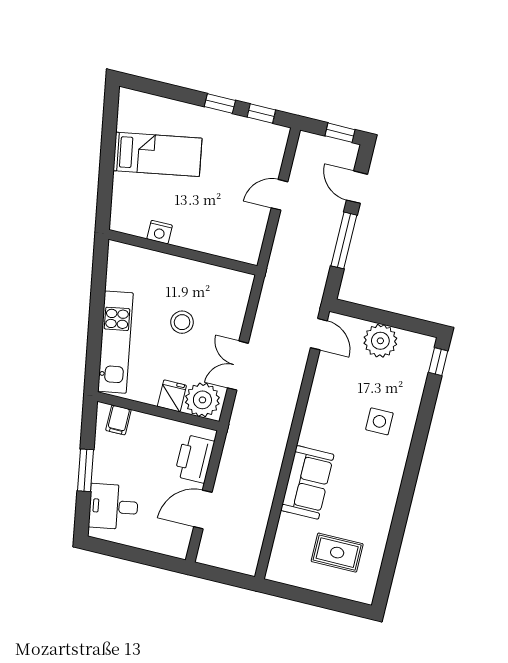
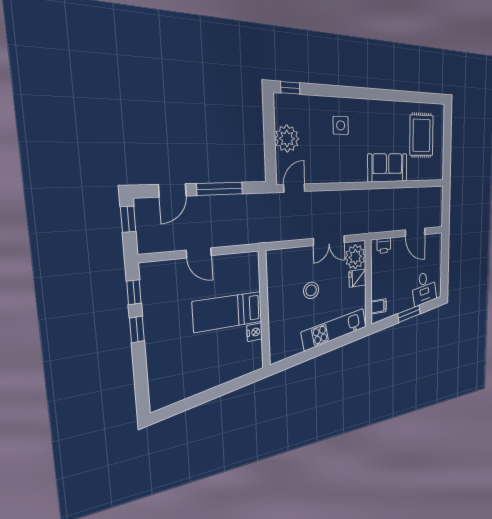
bed: (158, 154) -> (228, 312), moved, turned -80
printer: (194, 459) -> (384, 246), width x0.53, depth x0.68
rug: (337, 553) -> (422, 135), width x1.36, depth x1.43

